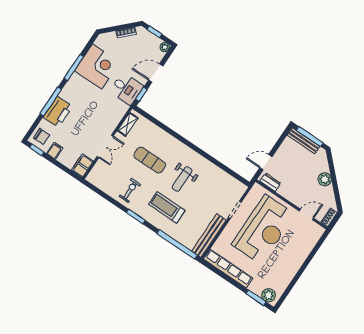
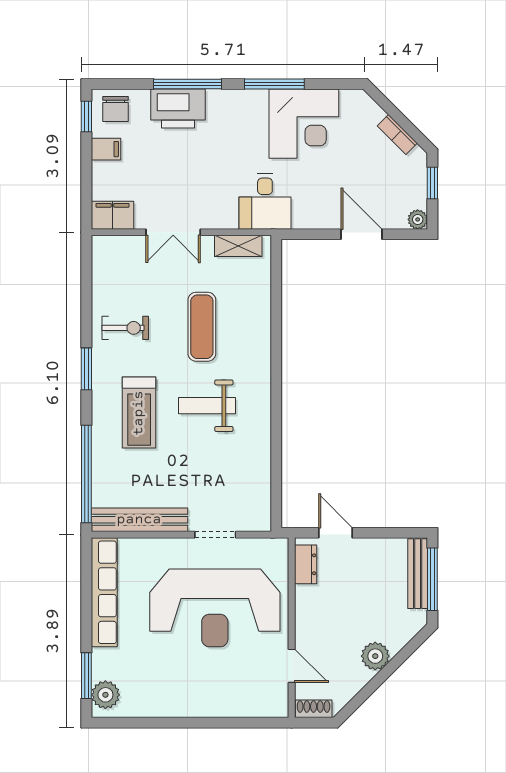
desk: (126, 89) -> (265, 201), moved
window: (141, 94) -> (307, 234), removed
treadmill: (167, 207) -> (139, 413), turned 180

